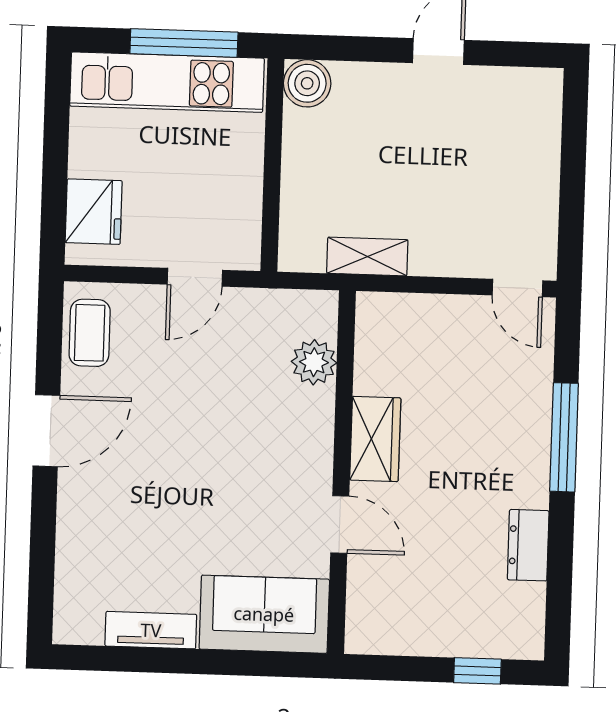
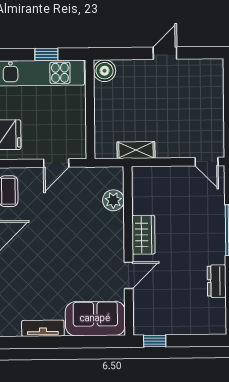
window: (184, 43) -> (46, 54), width x0.46
door: (340, 524) -> (129, 275), hinge flipped
window: (477, 671) -> (155, 341), moved

